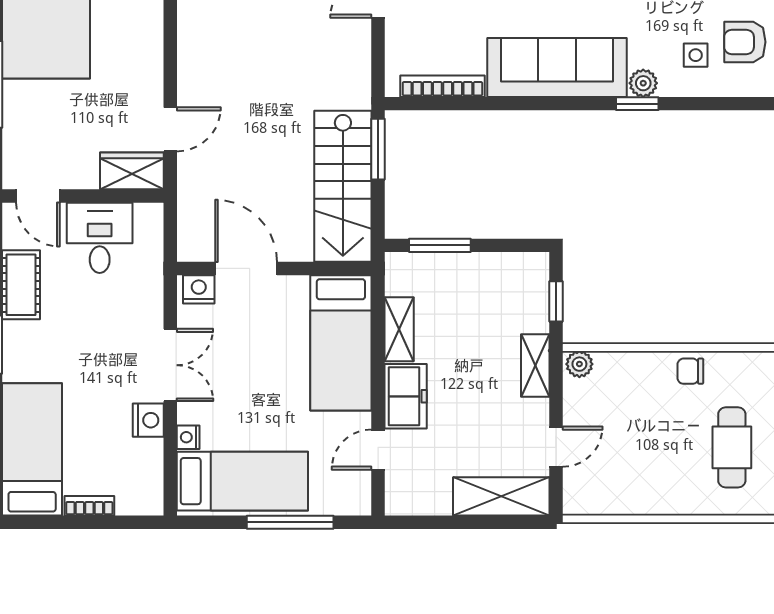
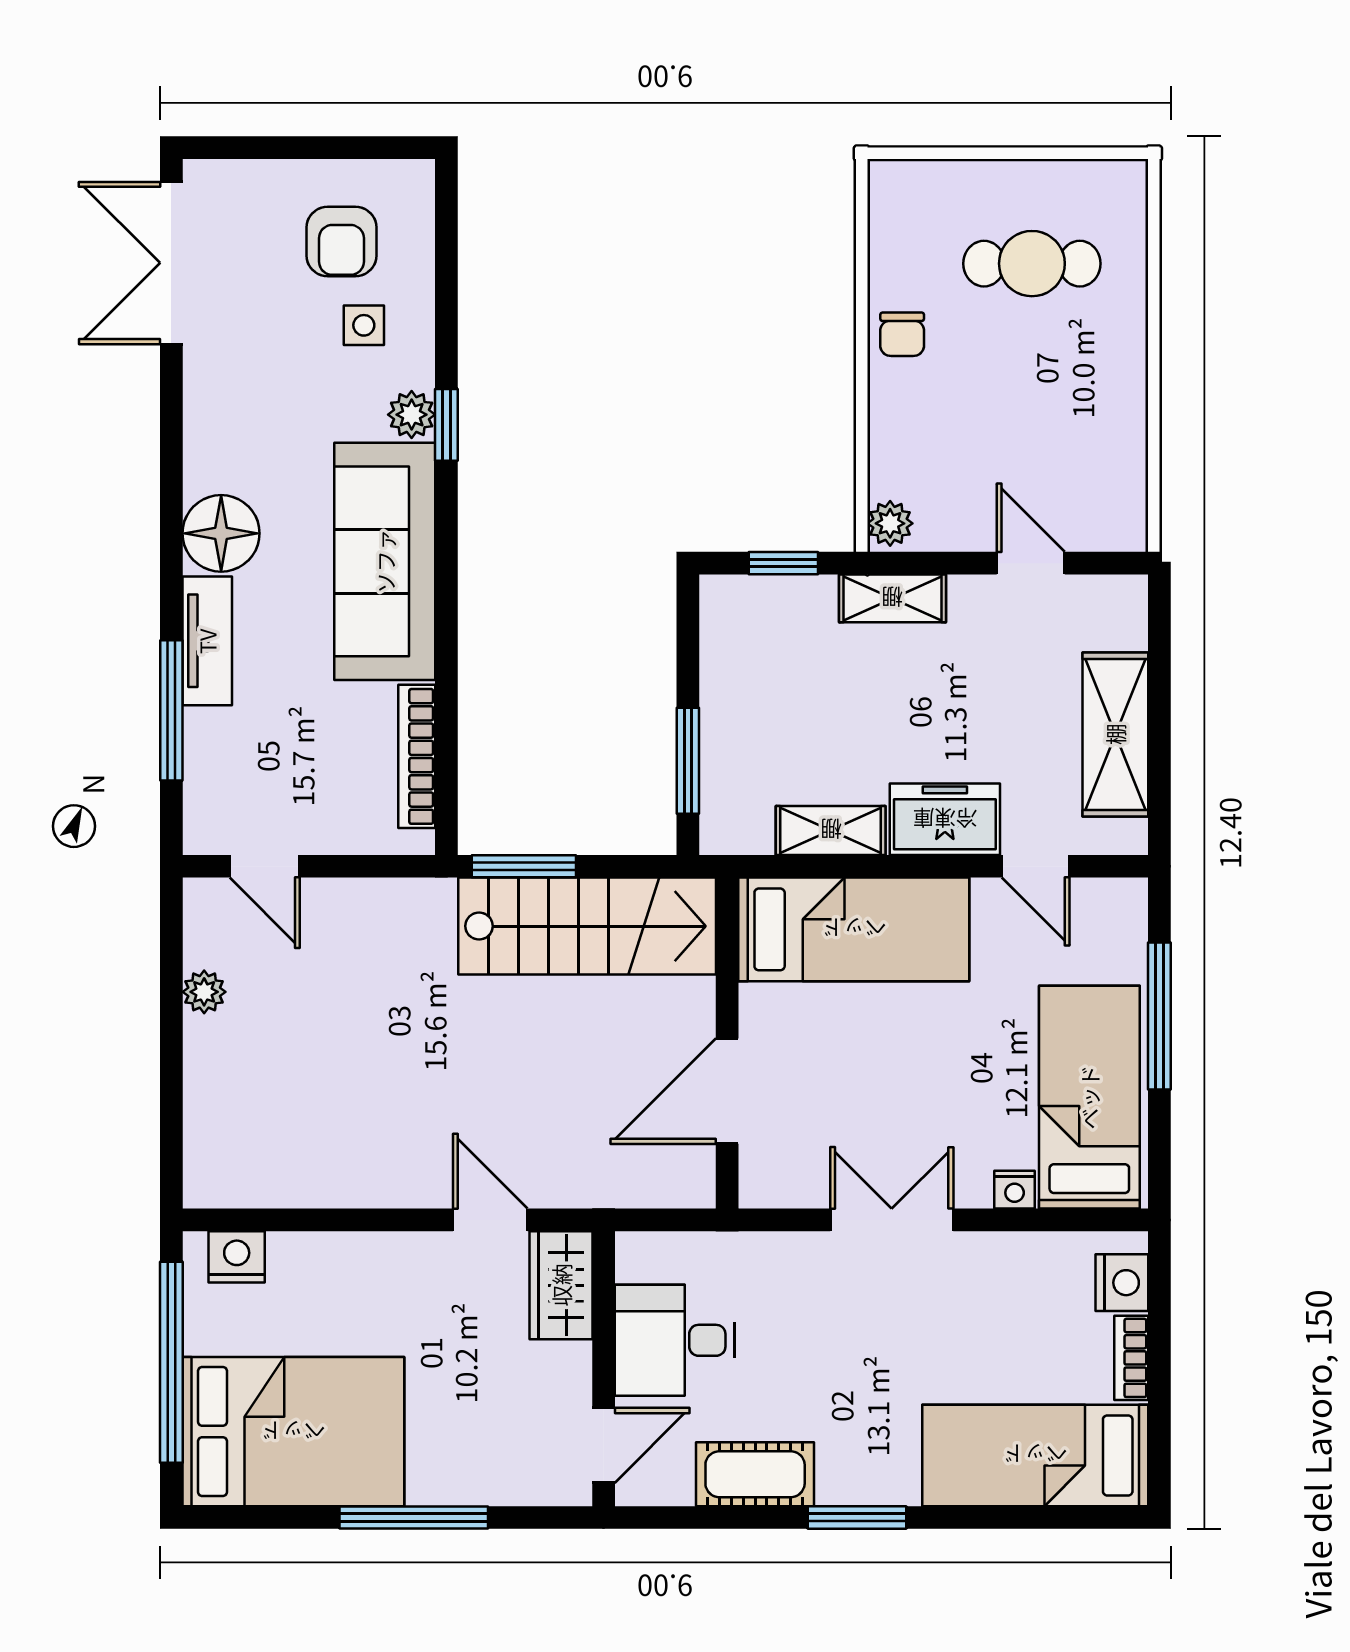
nightstand: (199, 289) -> (763, 1172), removed
nightstand: (148, 420) -> (1122, 1283), moved, turned 90
shelving: (501, 496) -> (1115, 734), moved

